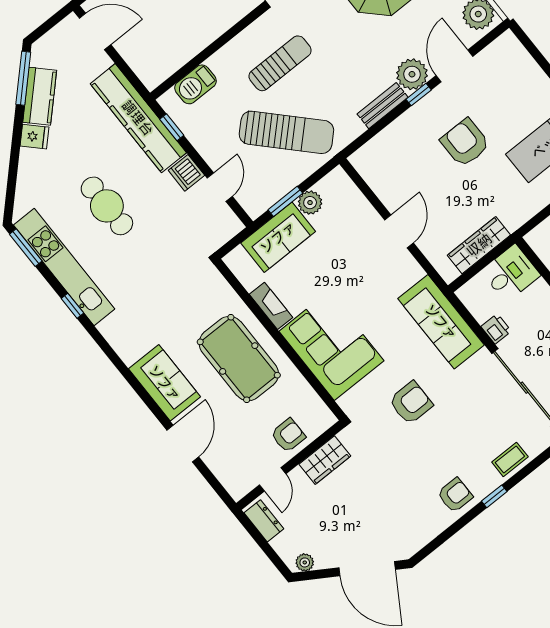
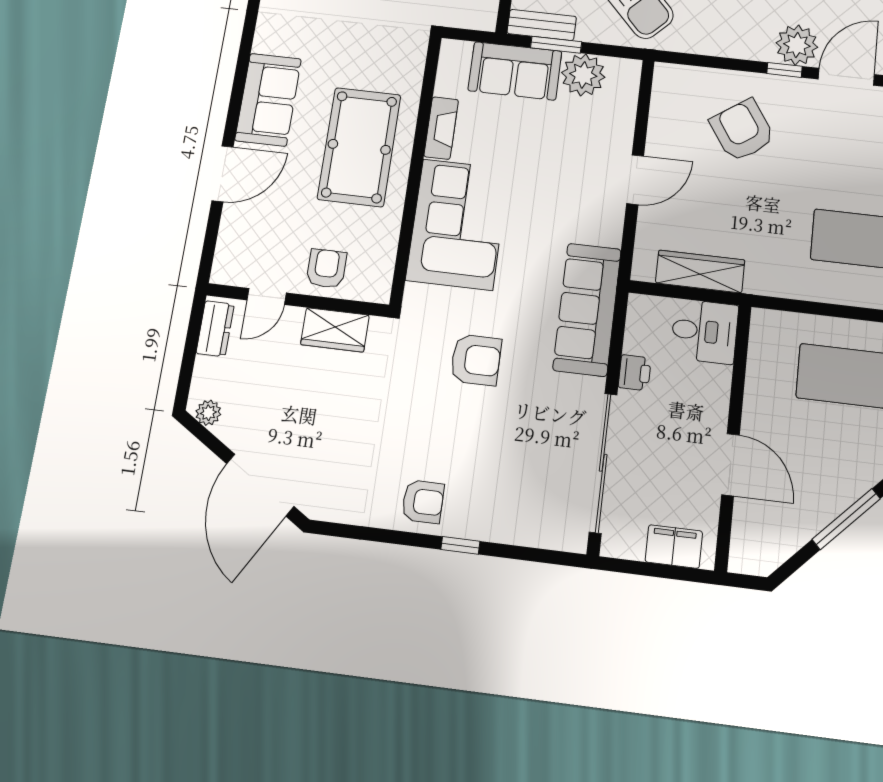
bench: (383, 106) -> (542, 25), moved
armchair: (465, 143) -> (742, 130), moved, turned -34
plant: (310, 203) -> (583, 75), width x1.36, depth x1.36
armchair: (288, 435) -> (326, 269), turned -90
coffee table: (510, 459) -> (515, 523), removed

